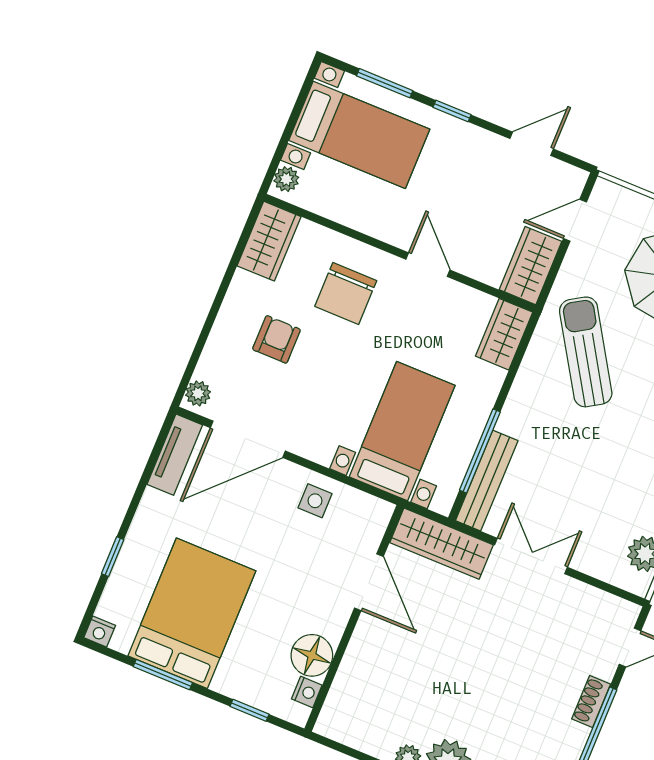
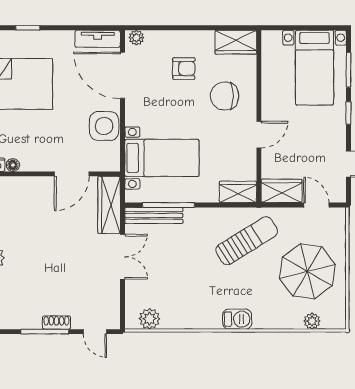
plant: (286, 179) -> (274, 38), removed
side table: (315, 501) -> (104, 126), width x1.87, depth x1.87
floor lamp: (312, 655) -> (13, 165), width x0.53, depth x0.53

